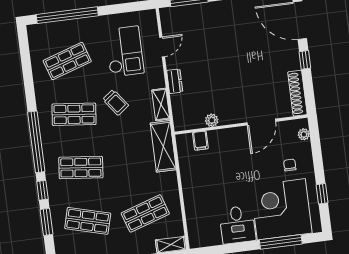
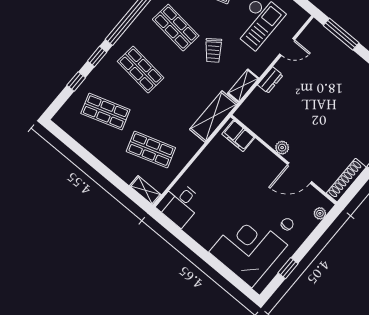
plant: (212, 120) -> (282, 148), moved
filing cabinet: (200, 141) -> (238, 136), width x2.00
shop shelf: (88, 221) -> (105, 112), turned -33
window: (47, 222) -> (76, 82), width x0.67
desk: (237, 225) -> (180, 204), moved
window: (281, 242) -> (224, 271), removed

